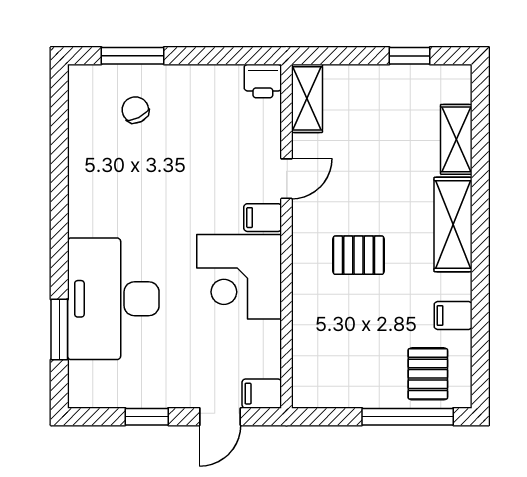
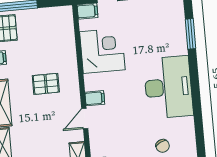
corner desk: (239, 277) -> (102, 51), moved
desk: (113, 299) -> (168, 87), moved

